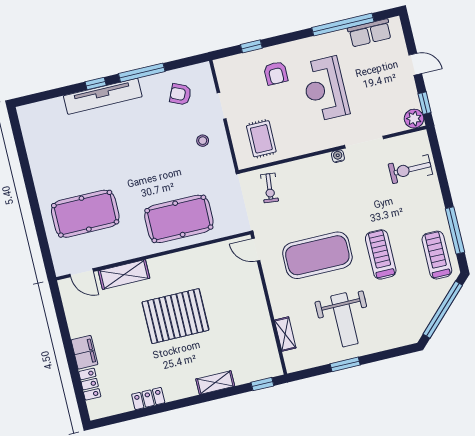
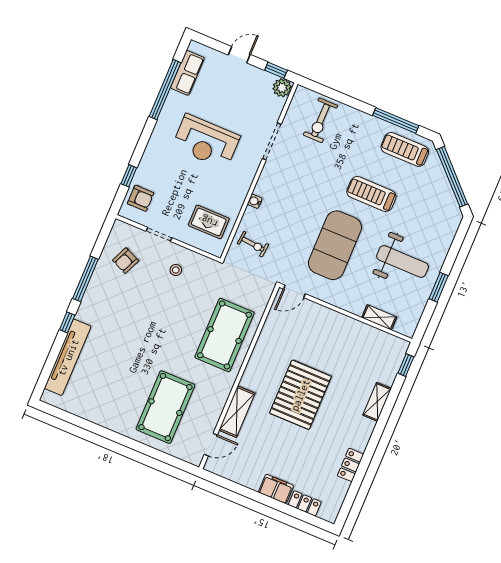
armchair: (276, 73) -> (141, 198), moved
tv unit: (103, 96) -> (68, 357), moved
water cooler: (338, 156) -> (255, 201), moved

